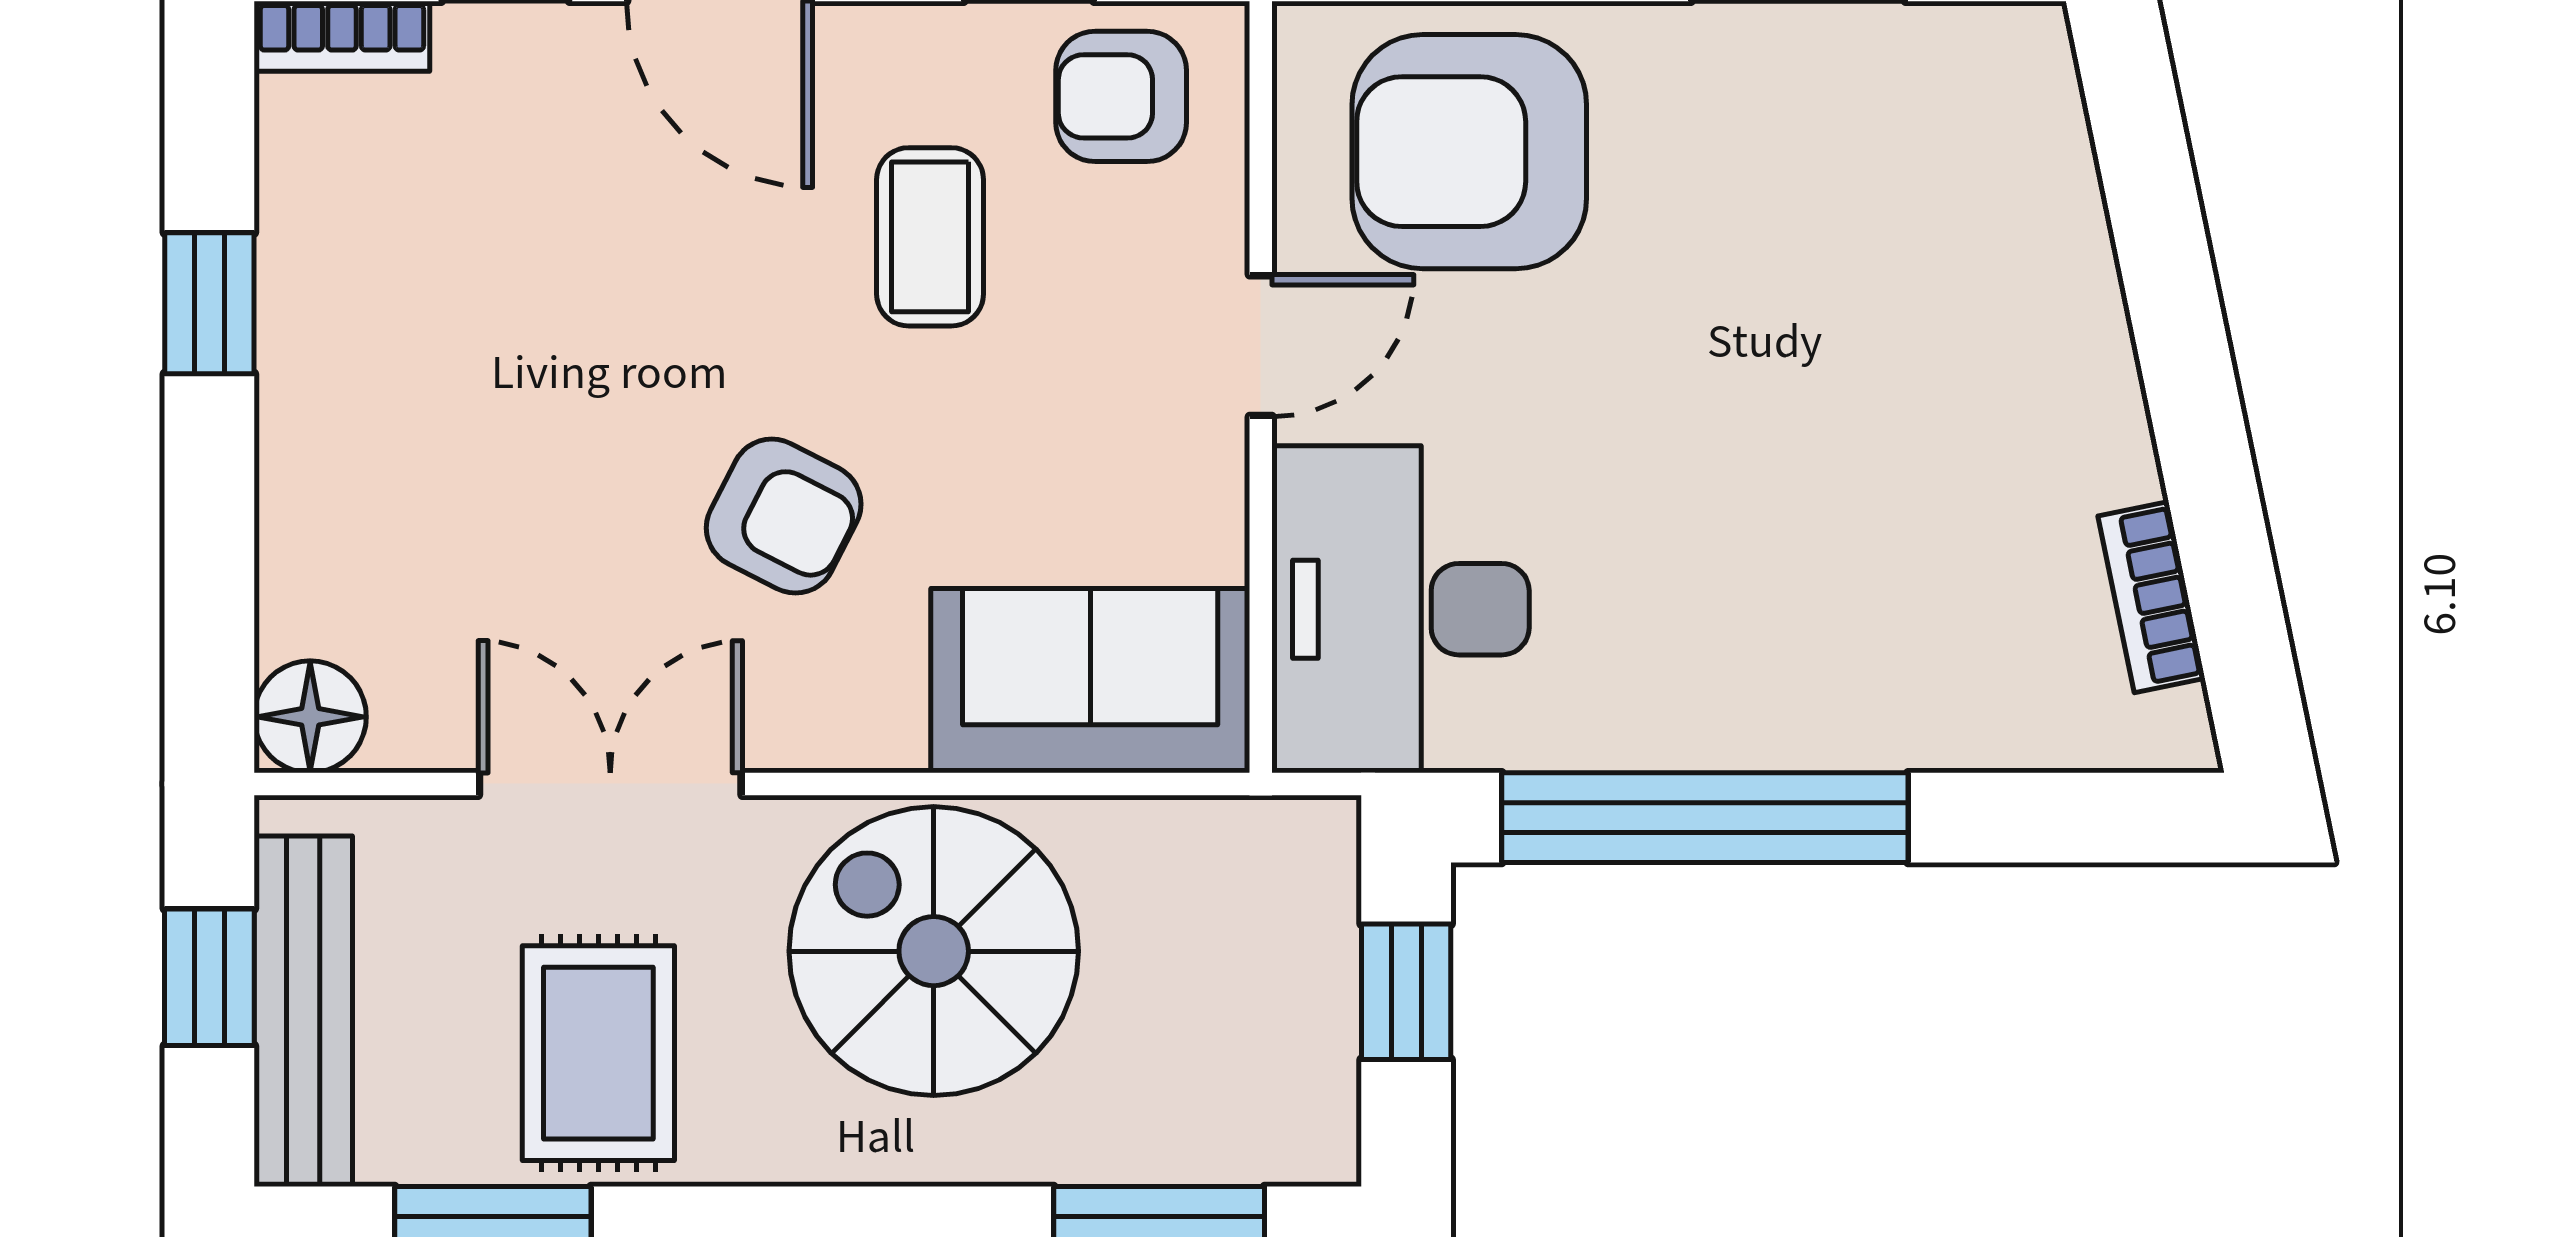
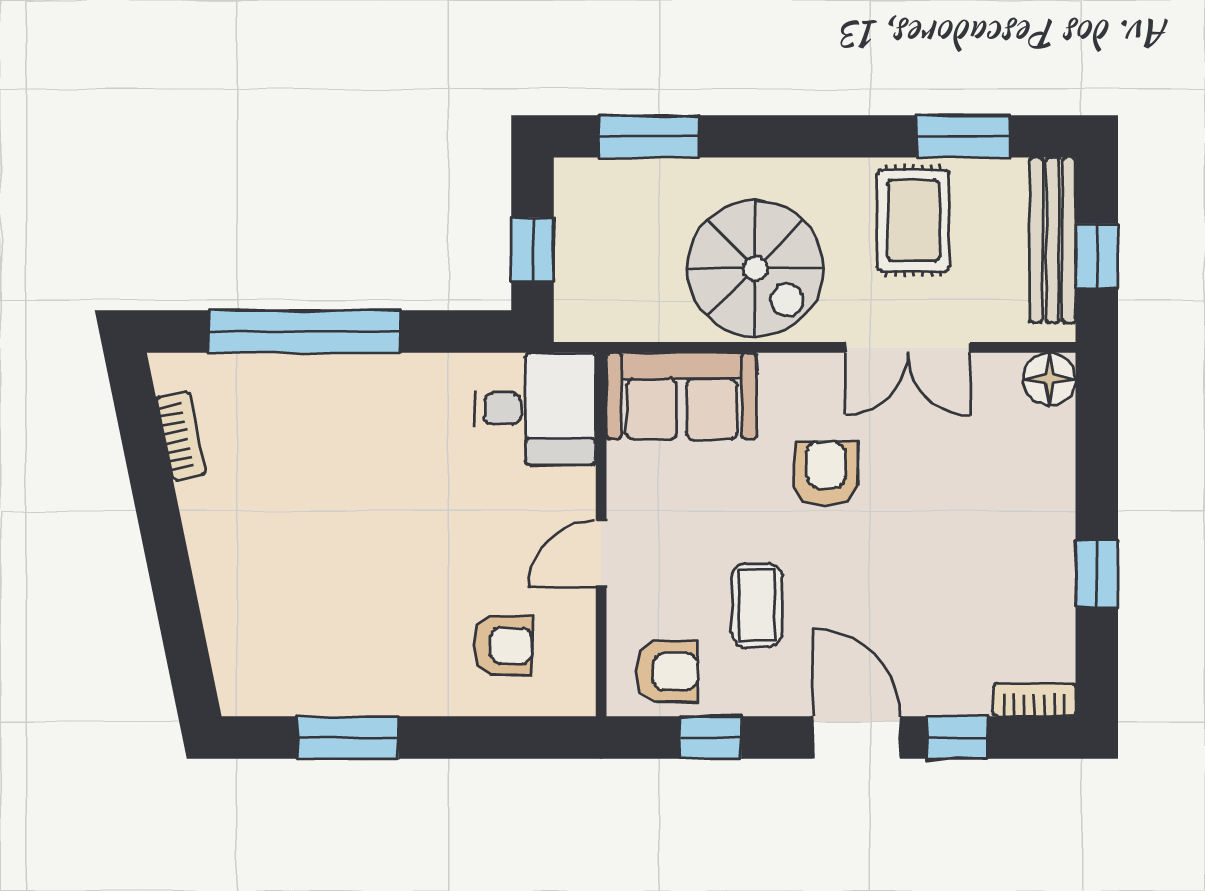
armchair: (1469, 152) -> (503, 645), width x0.53, depth x0.53
armchair: (784, 516) -> (826, 474), turned 63
desk: (1400, 609) -> (535, 409), width x0.73
window: (1705, 818) -> (304, 331), moved

